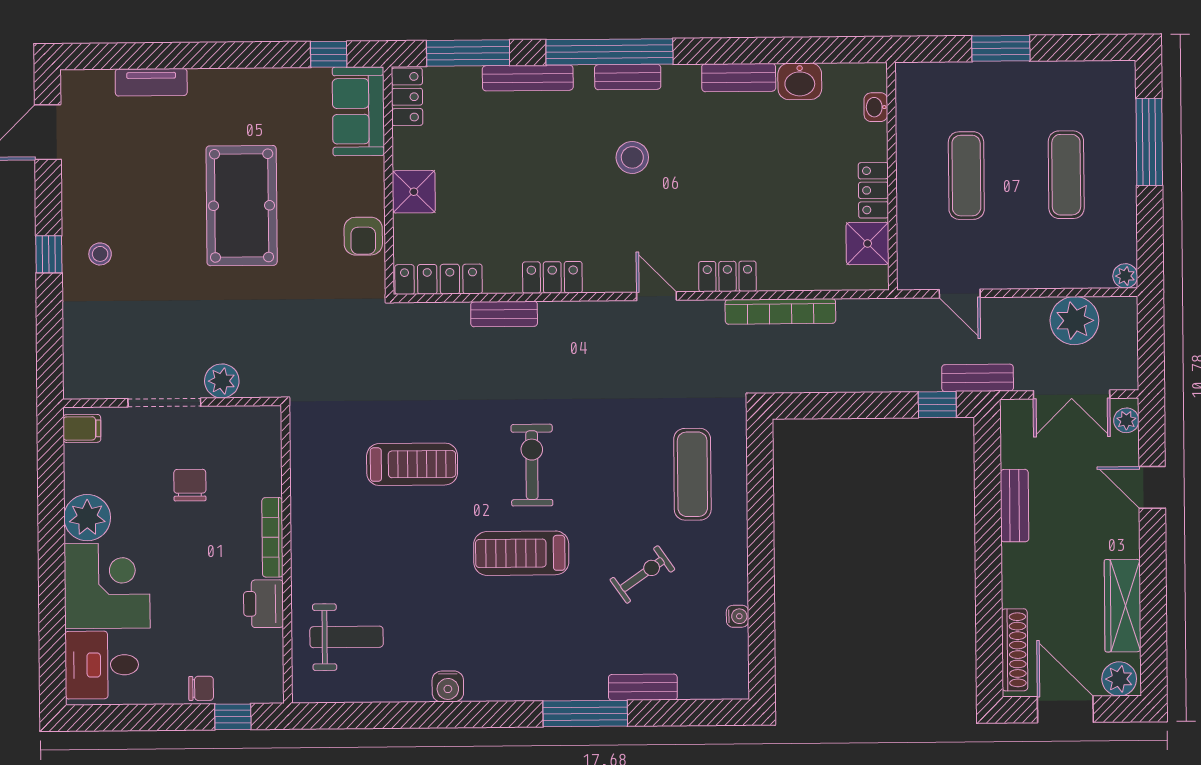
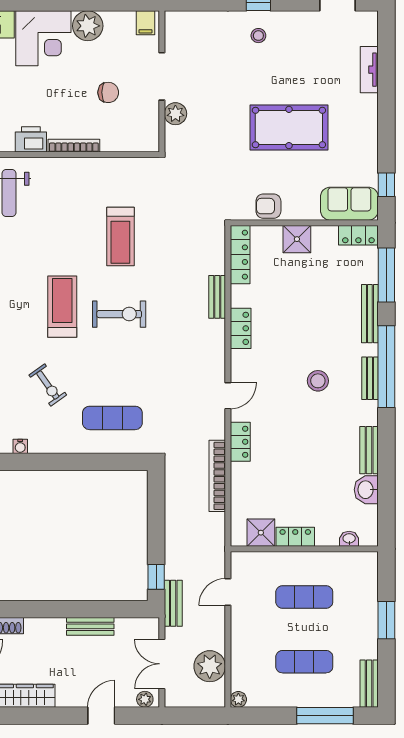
bench: (1099, 74) -> (369, 684), added

